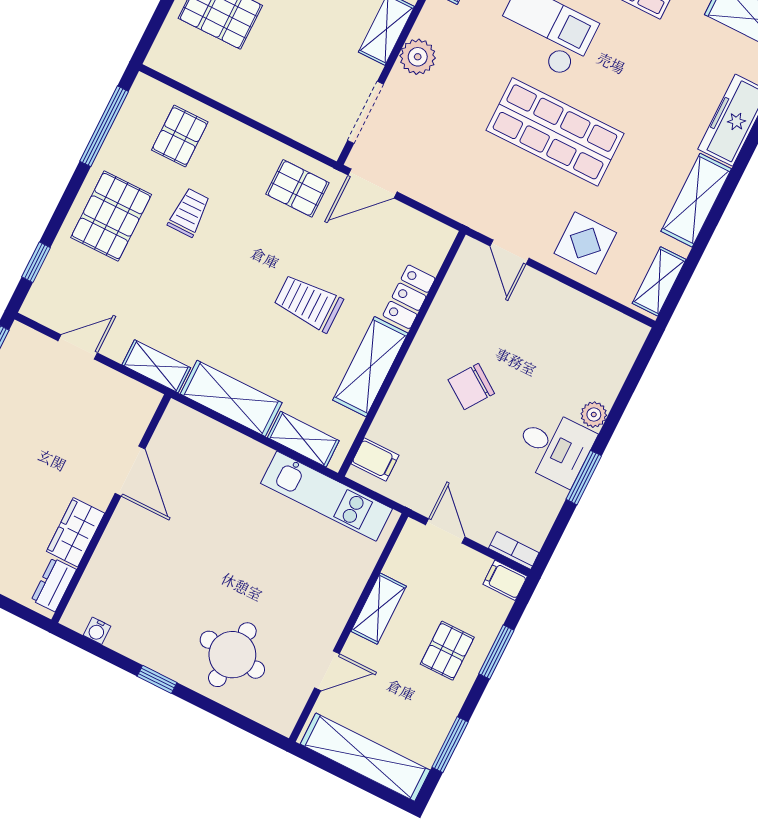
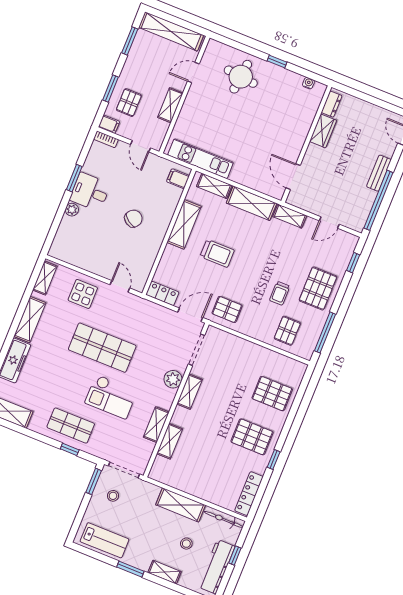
locker: (409, 297) -> (162, 293), moved, turned -90
door: (130, 471) -> (293, 177), moved
pallet: (447, 651) -> (129, 103), moved

